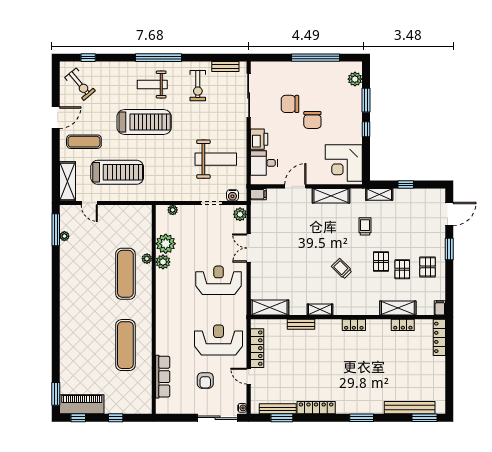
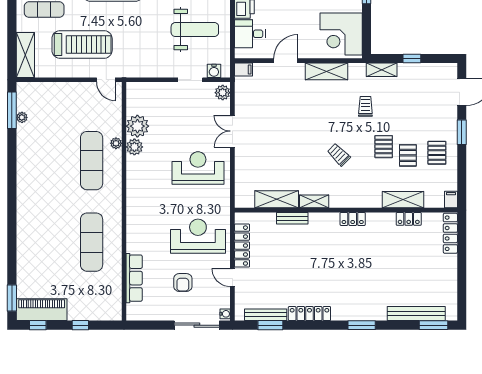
door: (89, 203) -> (106, 80), moved
plant: (173, 210) -> (146, 88), removed
shelving: (270, 308) -> (277, 199), moved

